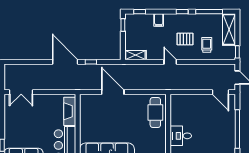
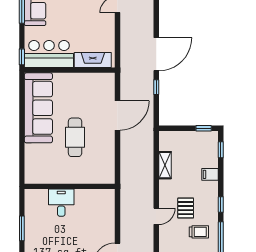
trolley: (207, 45) -> (199, 232), moved
shelving: (135, 55) -> (165, 165), moved
door: (170, 62) -> (156, 216), moved
cafe table: (155, 112) -> (75, 137), moved, turned 90

